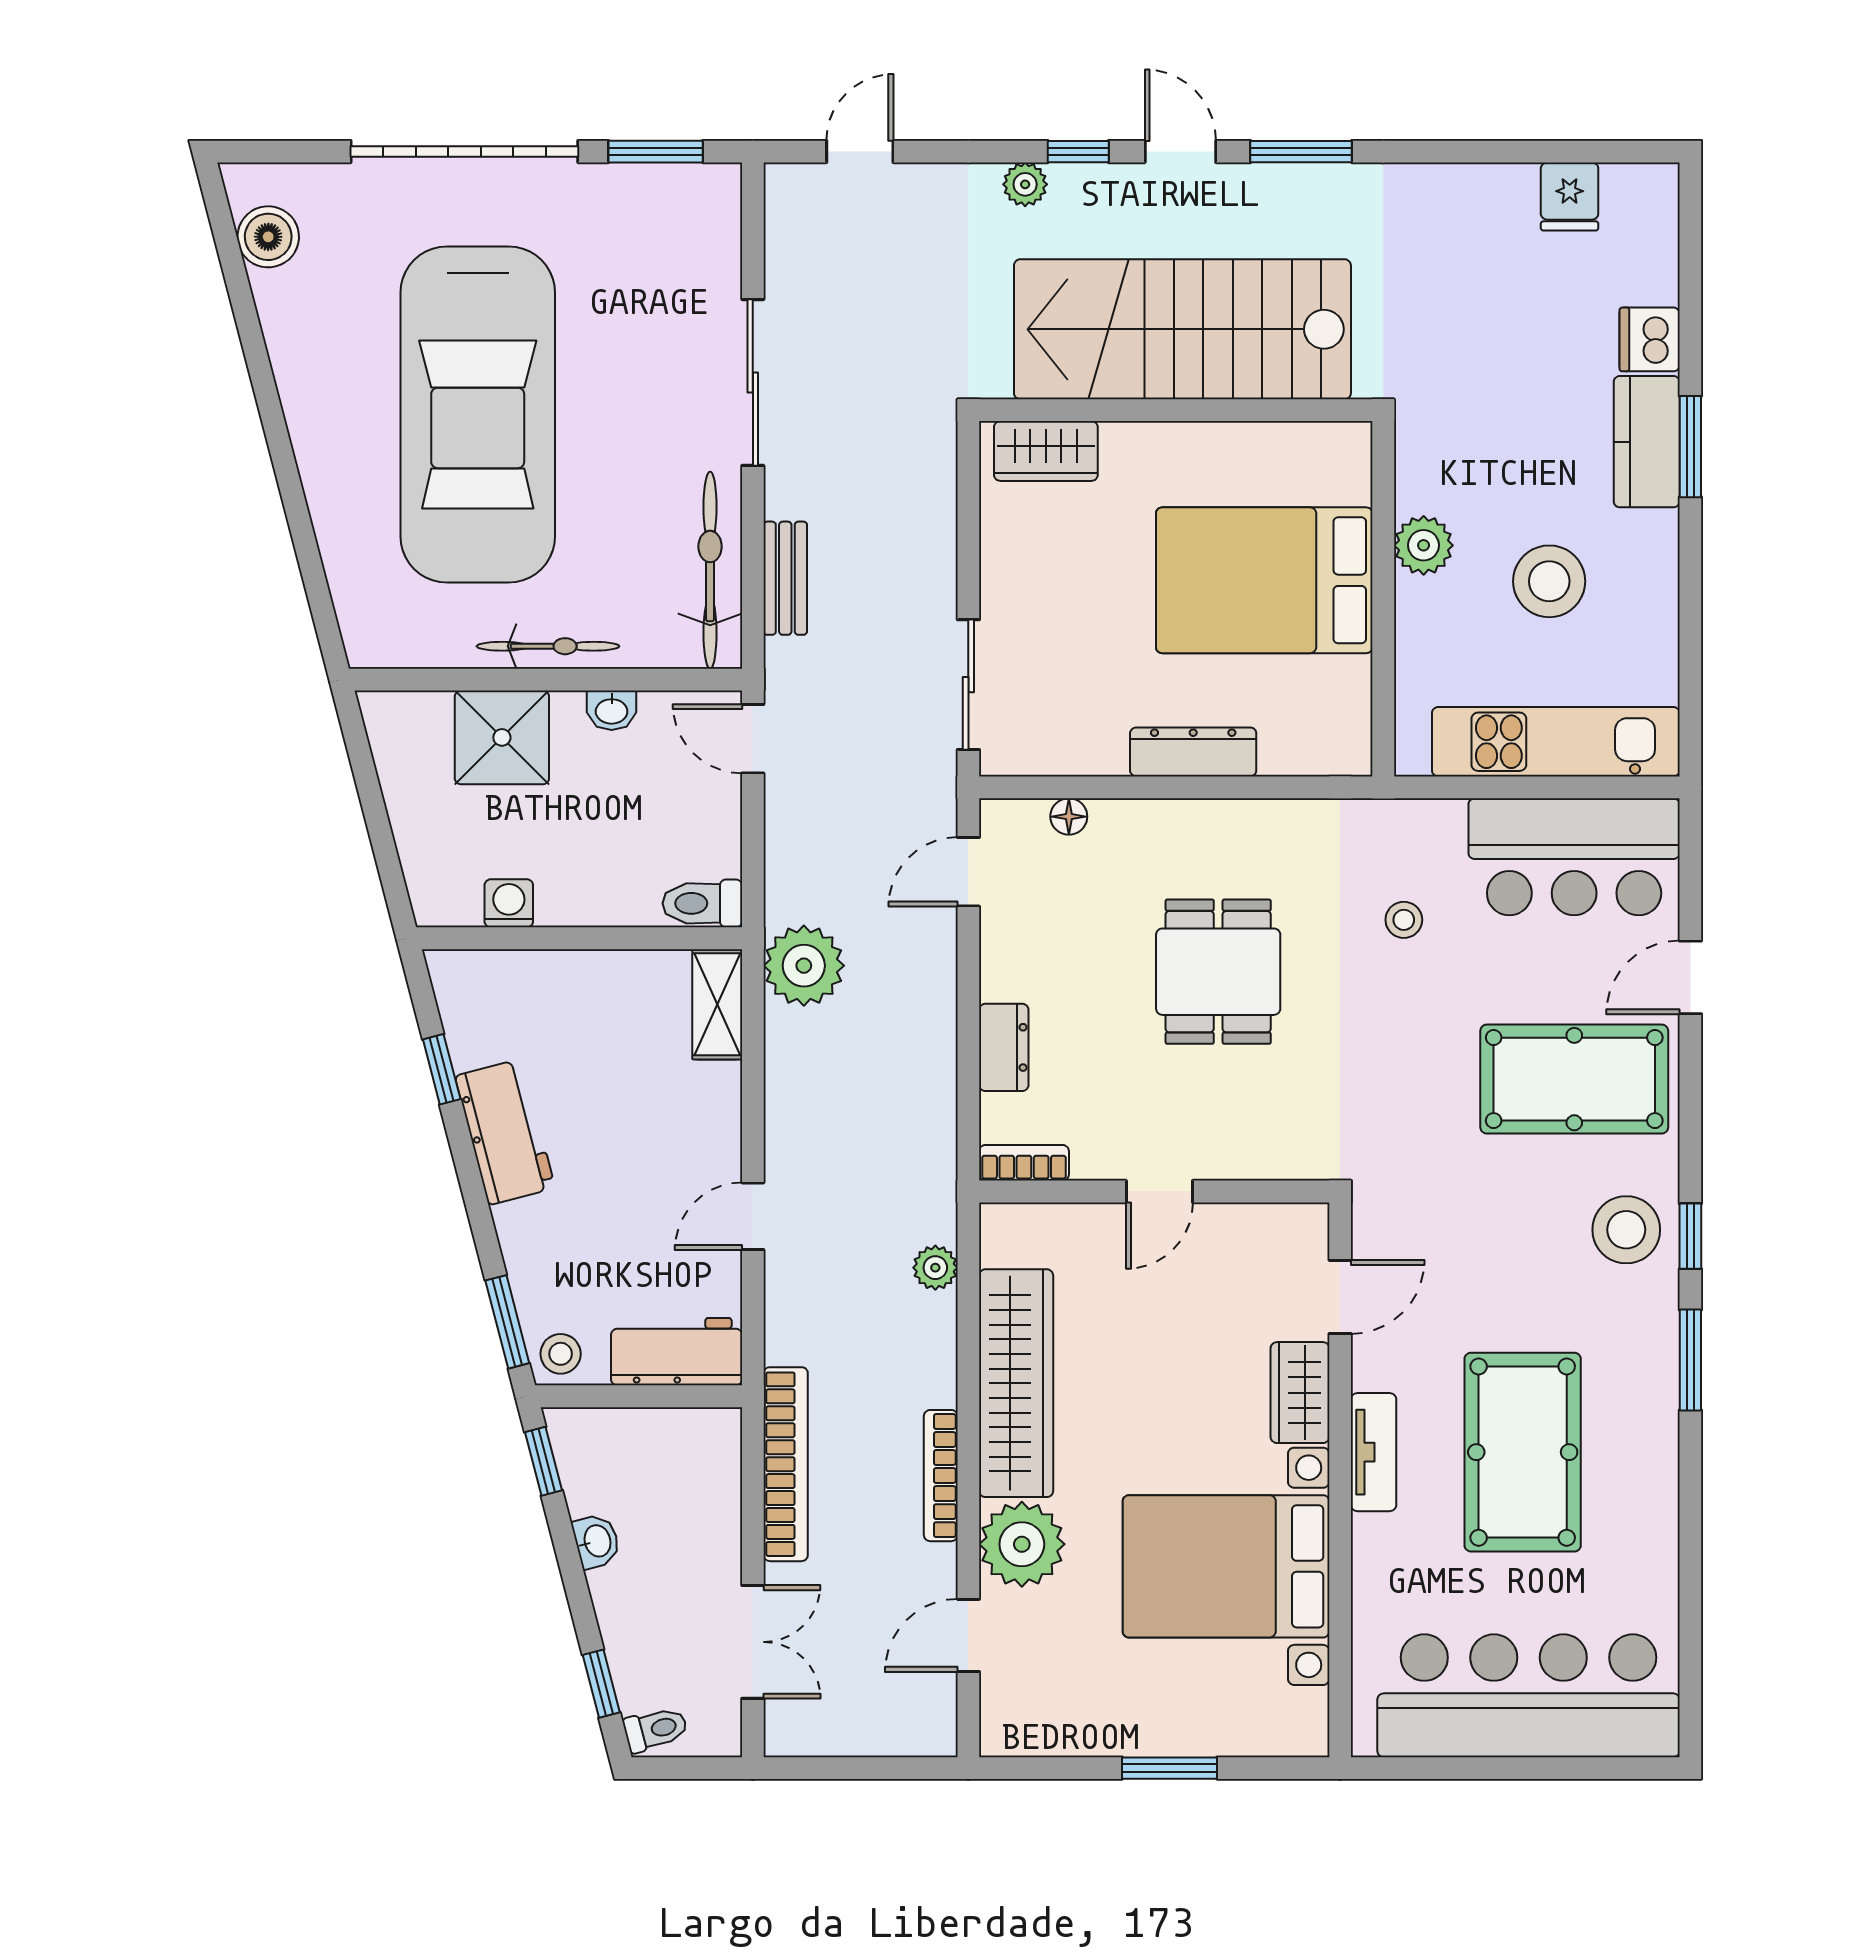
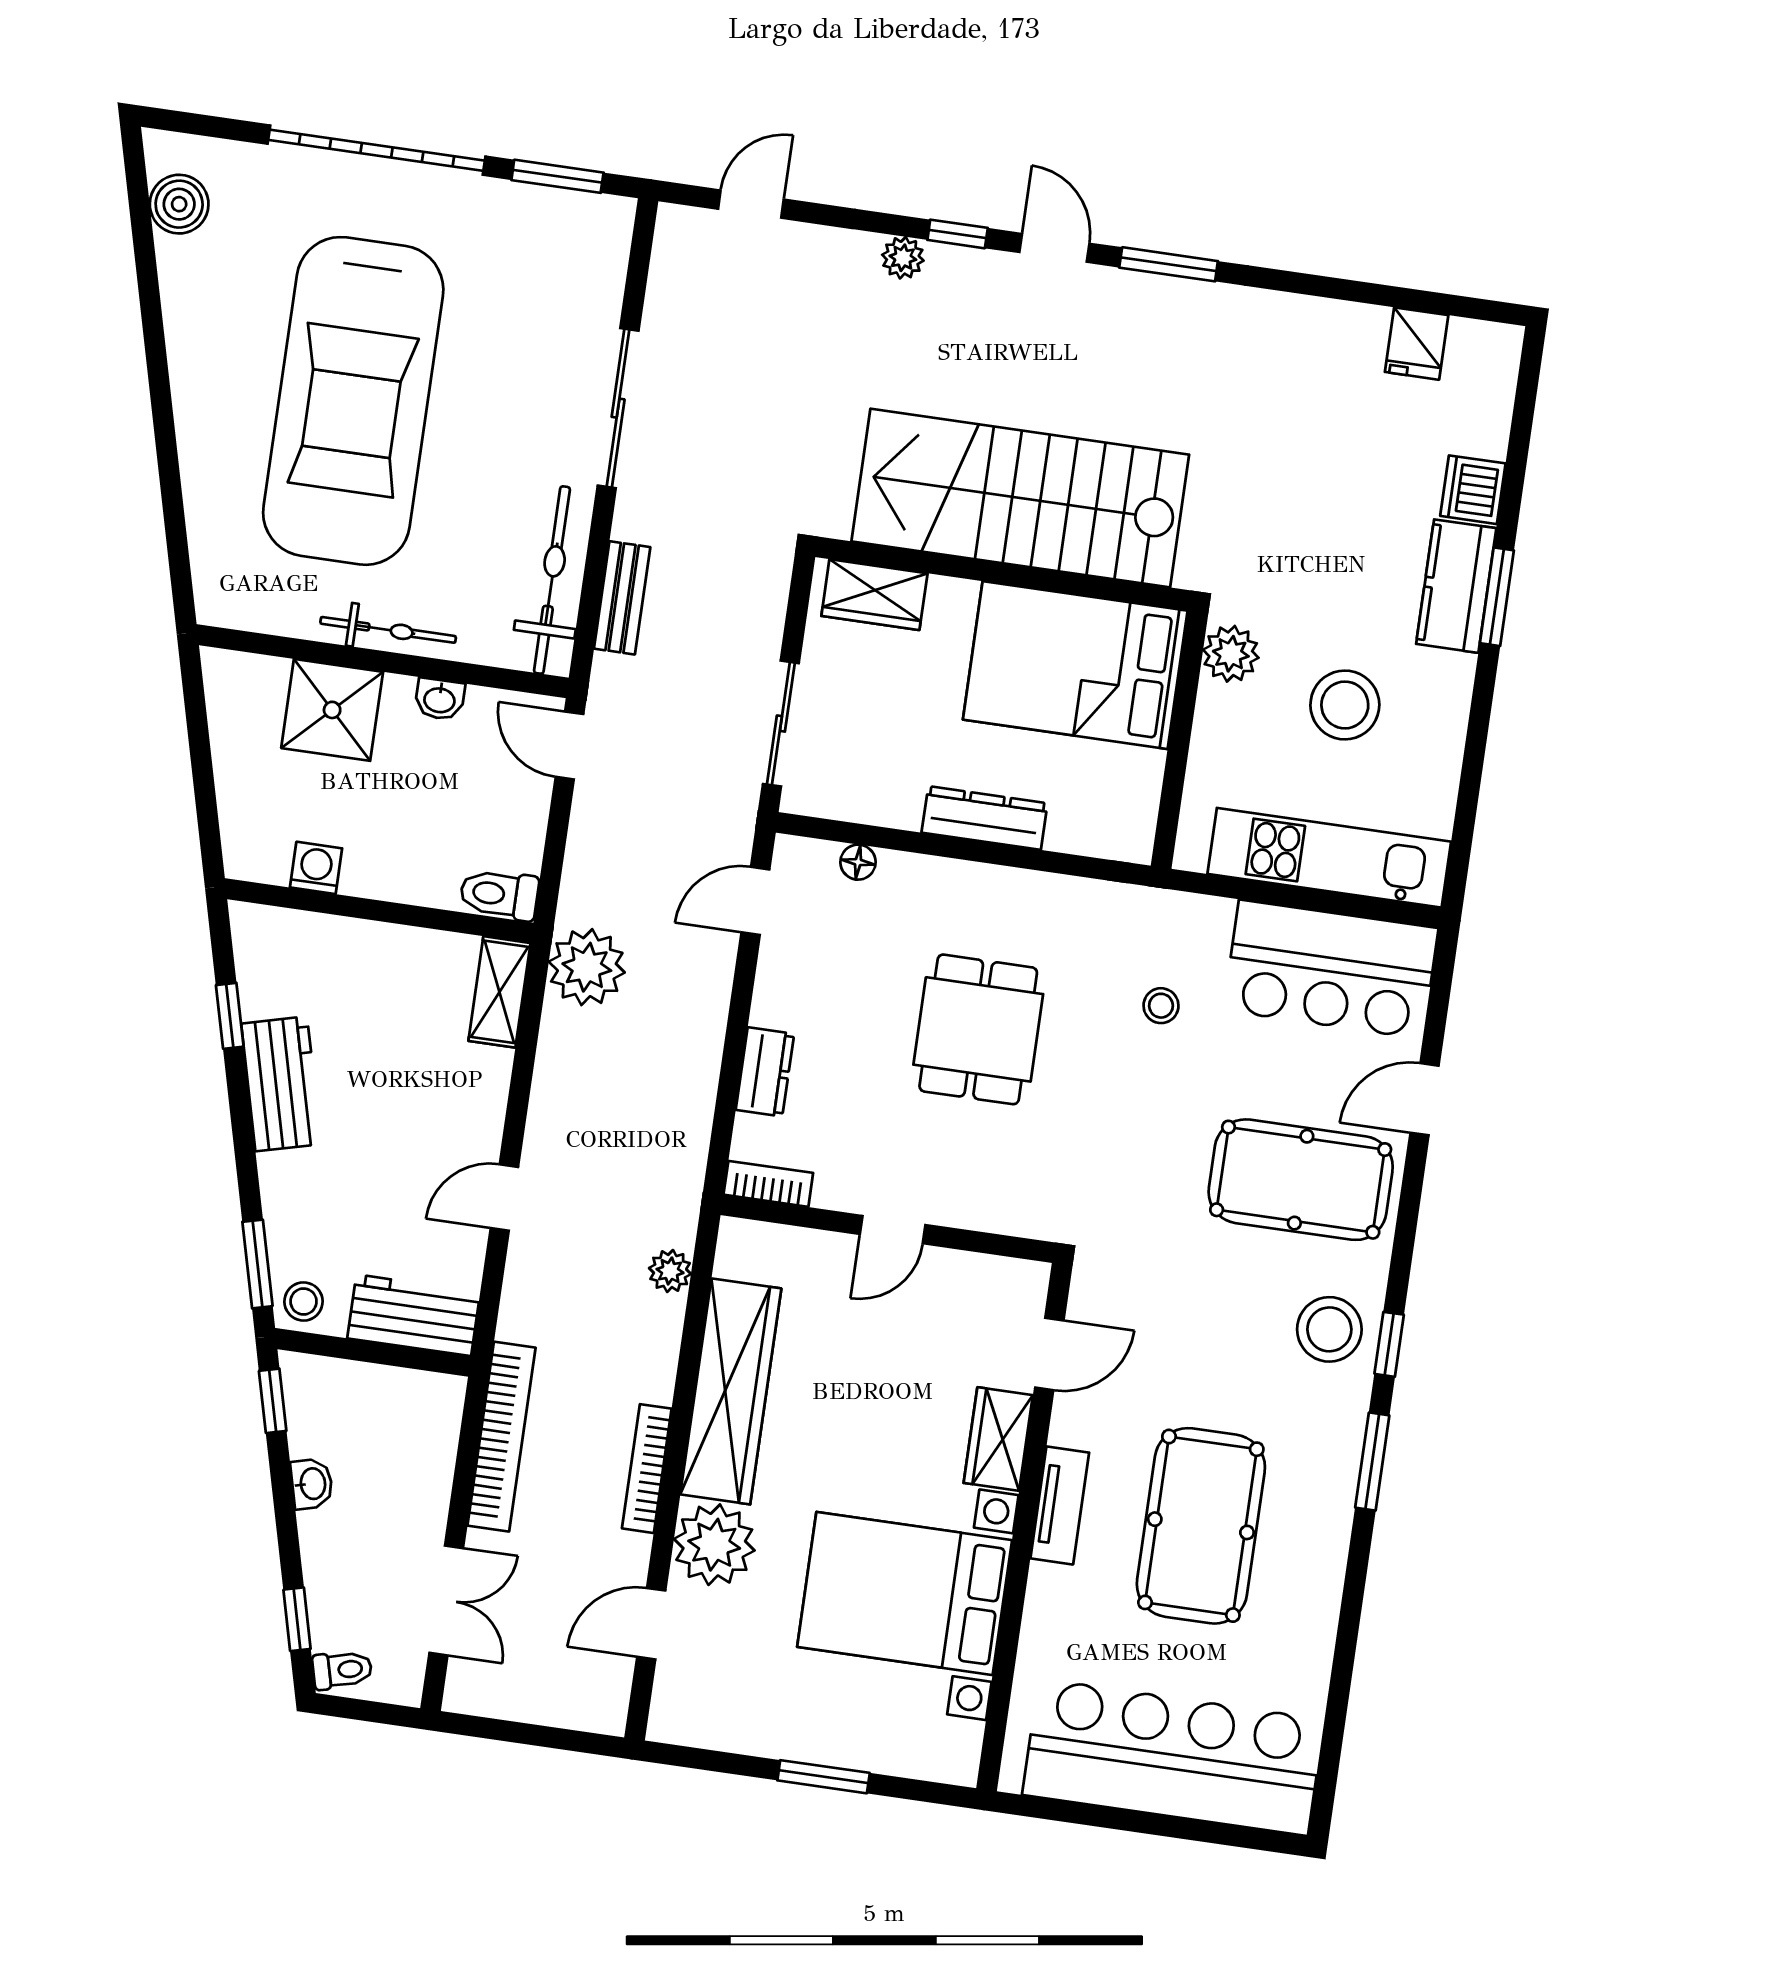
stairs: (1182, 329) -> (1020, 498), moved
wall: (1176, 410) -> (1003, 574), moved
wardrobe: (1046, 451) -> (874, 595), moved

